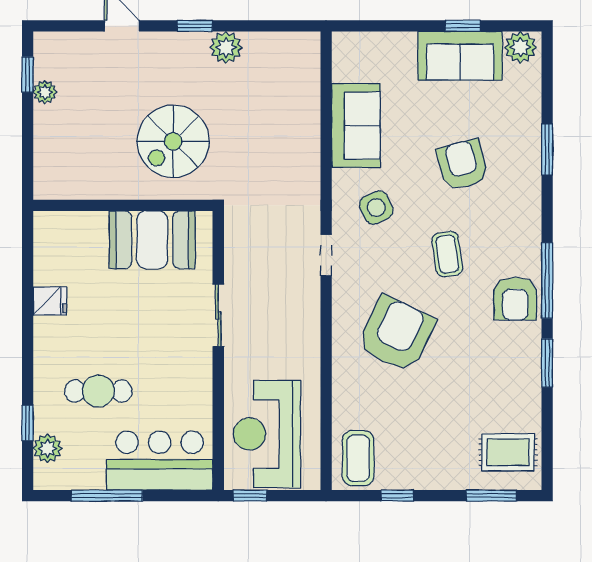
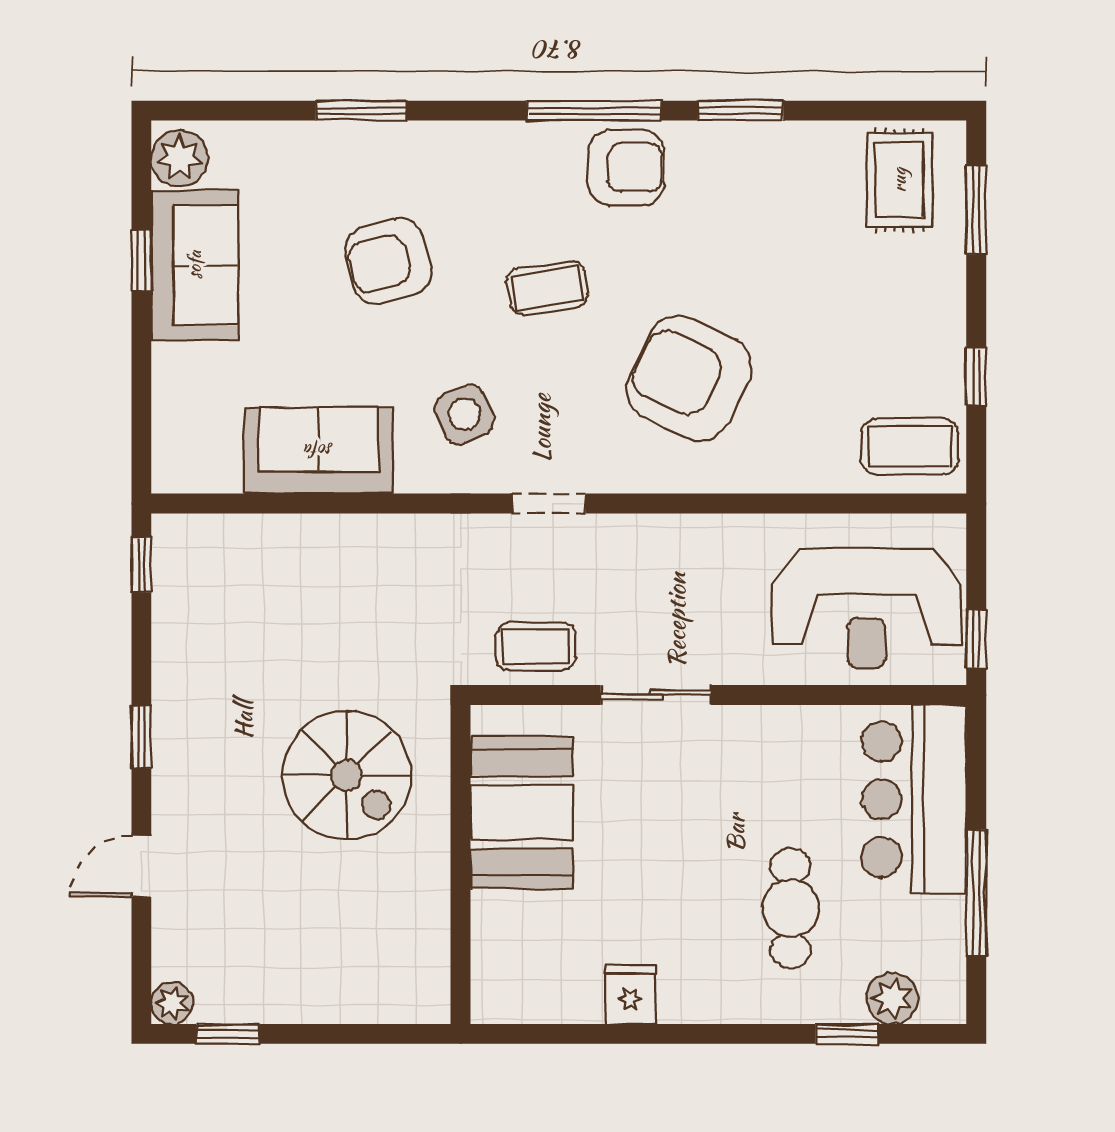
window: (292, 26) -> (141, 565), added
plant: (226, 47) -> (180, 681), removed
plant: (45, 92) -> (172, 1003), moved
coffee table: (246, 248) -> (536, 646), added

